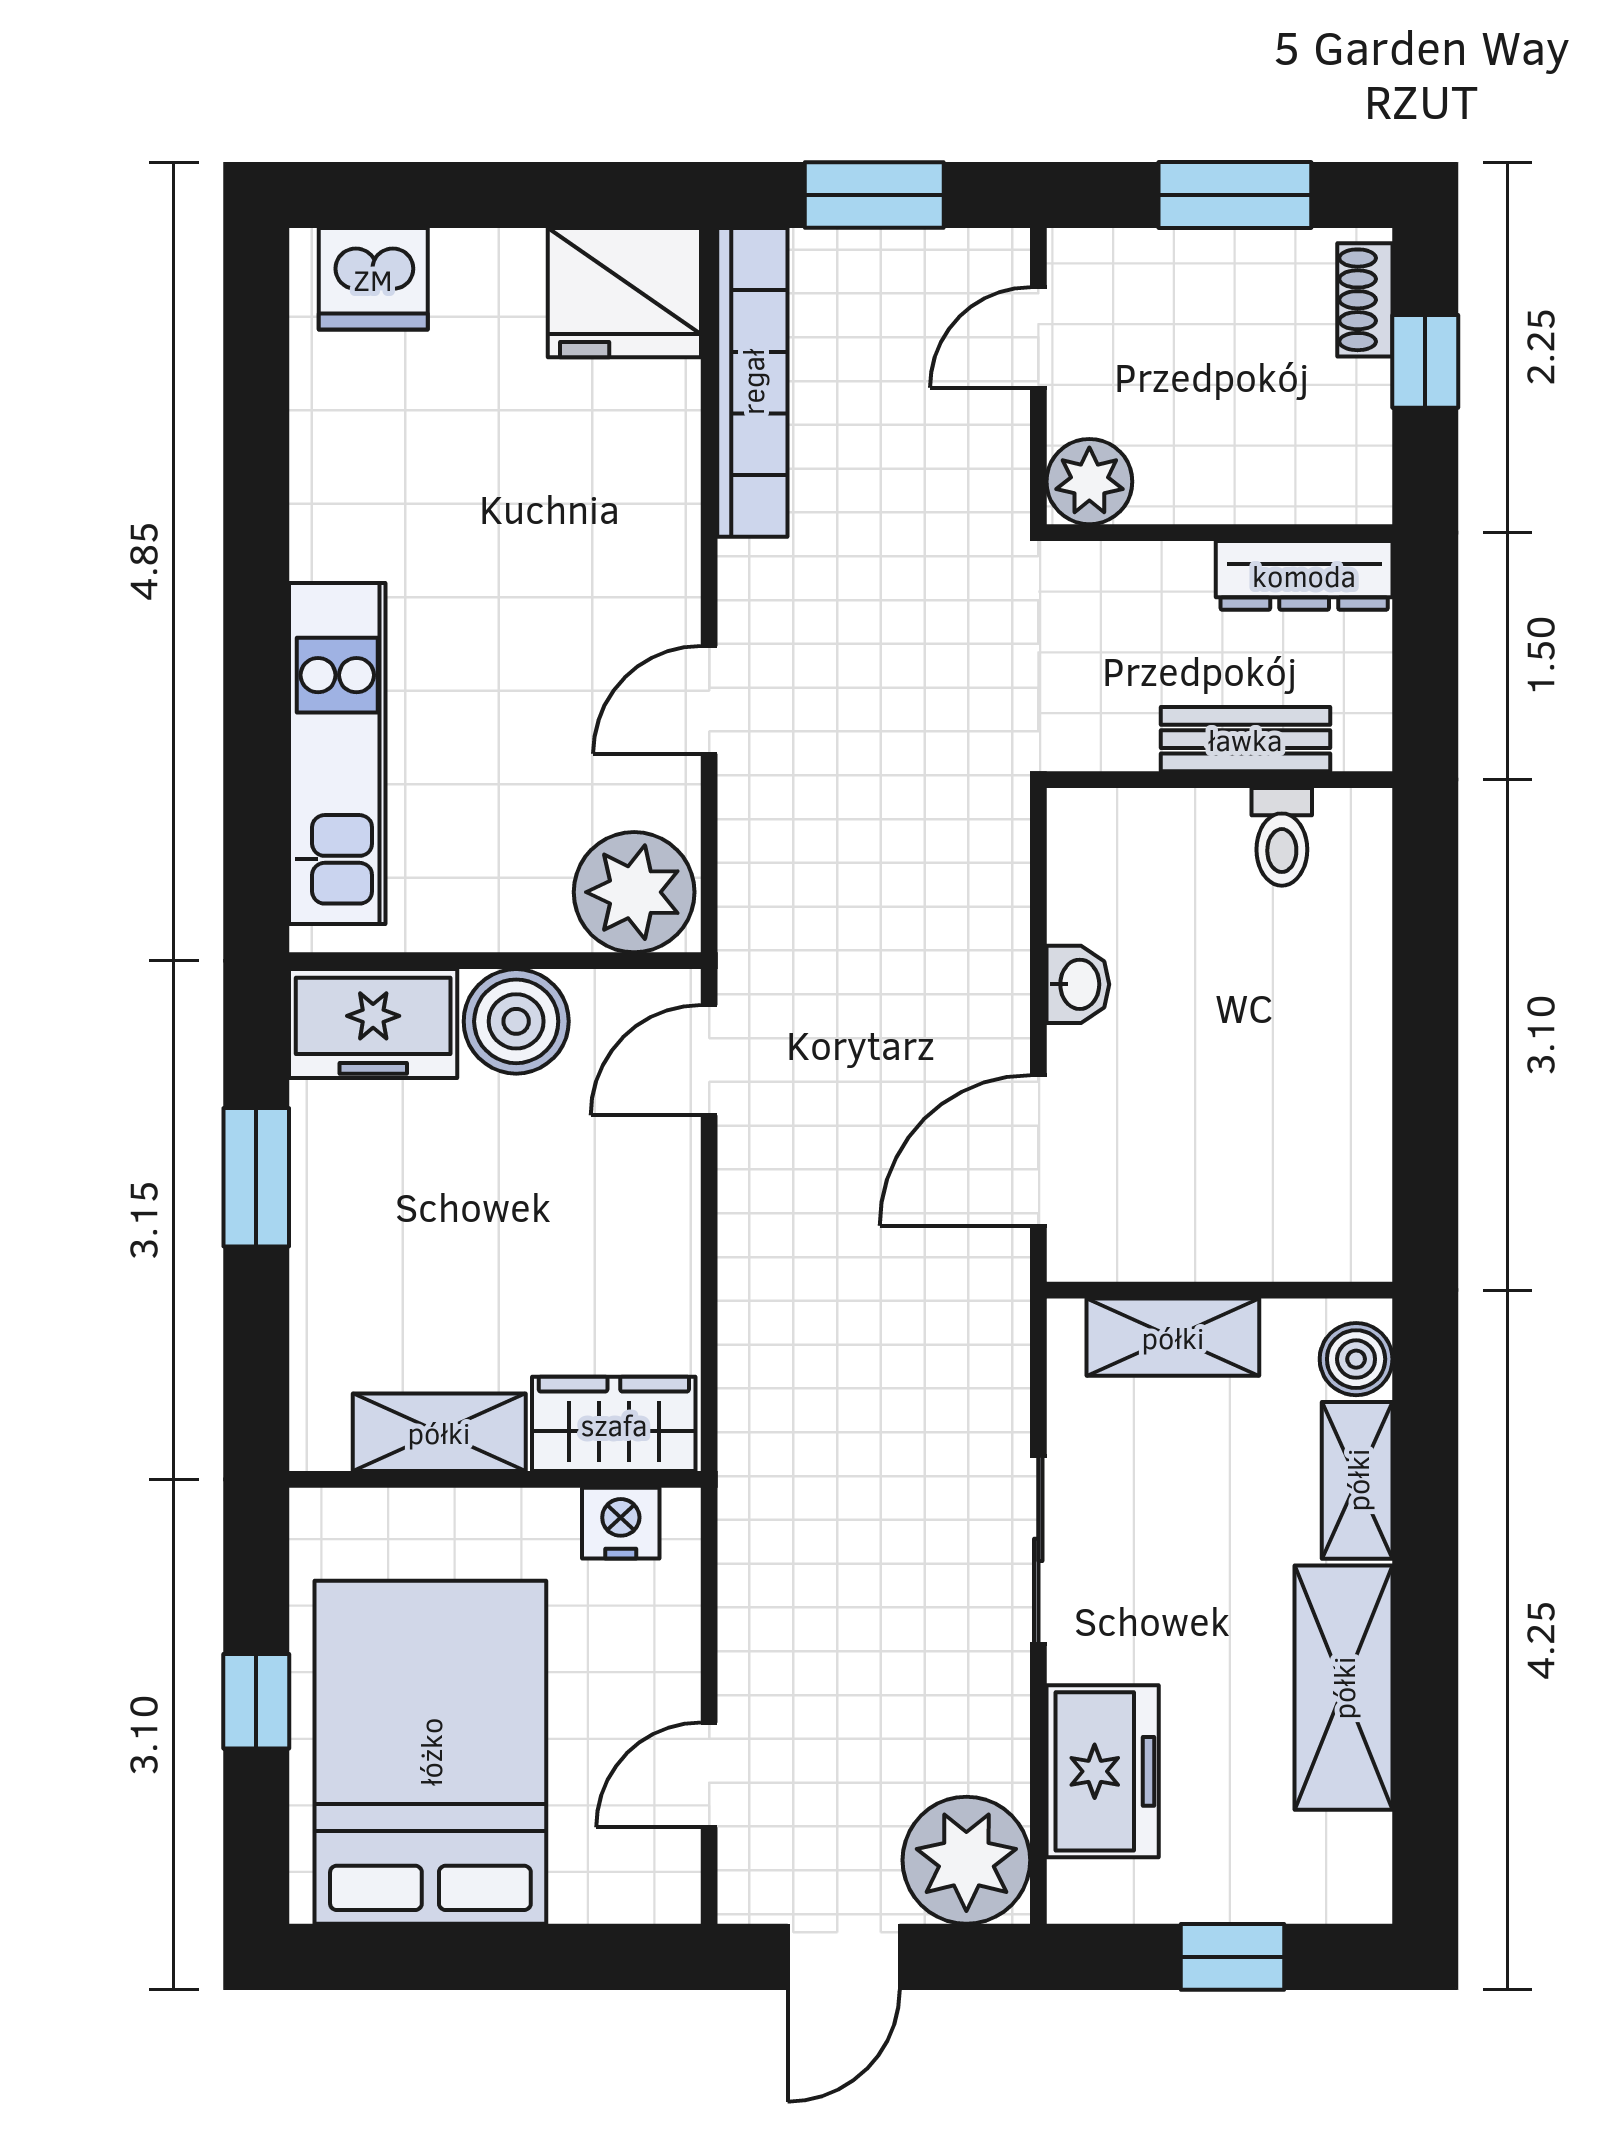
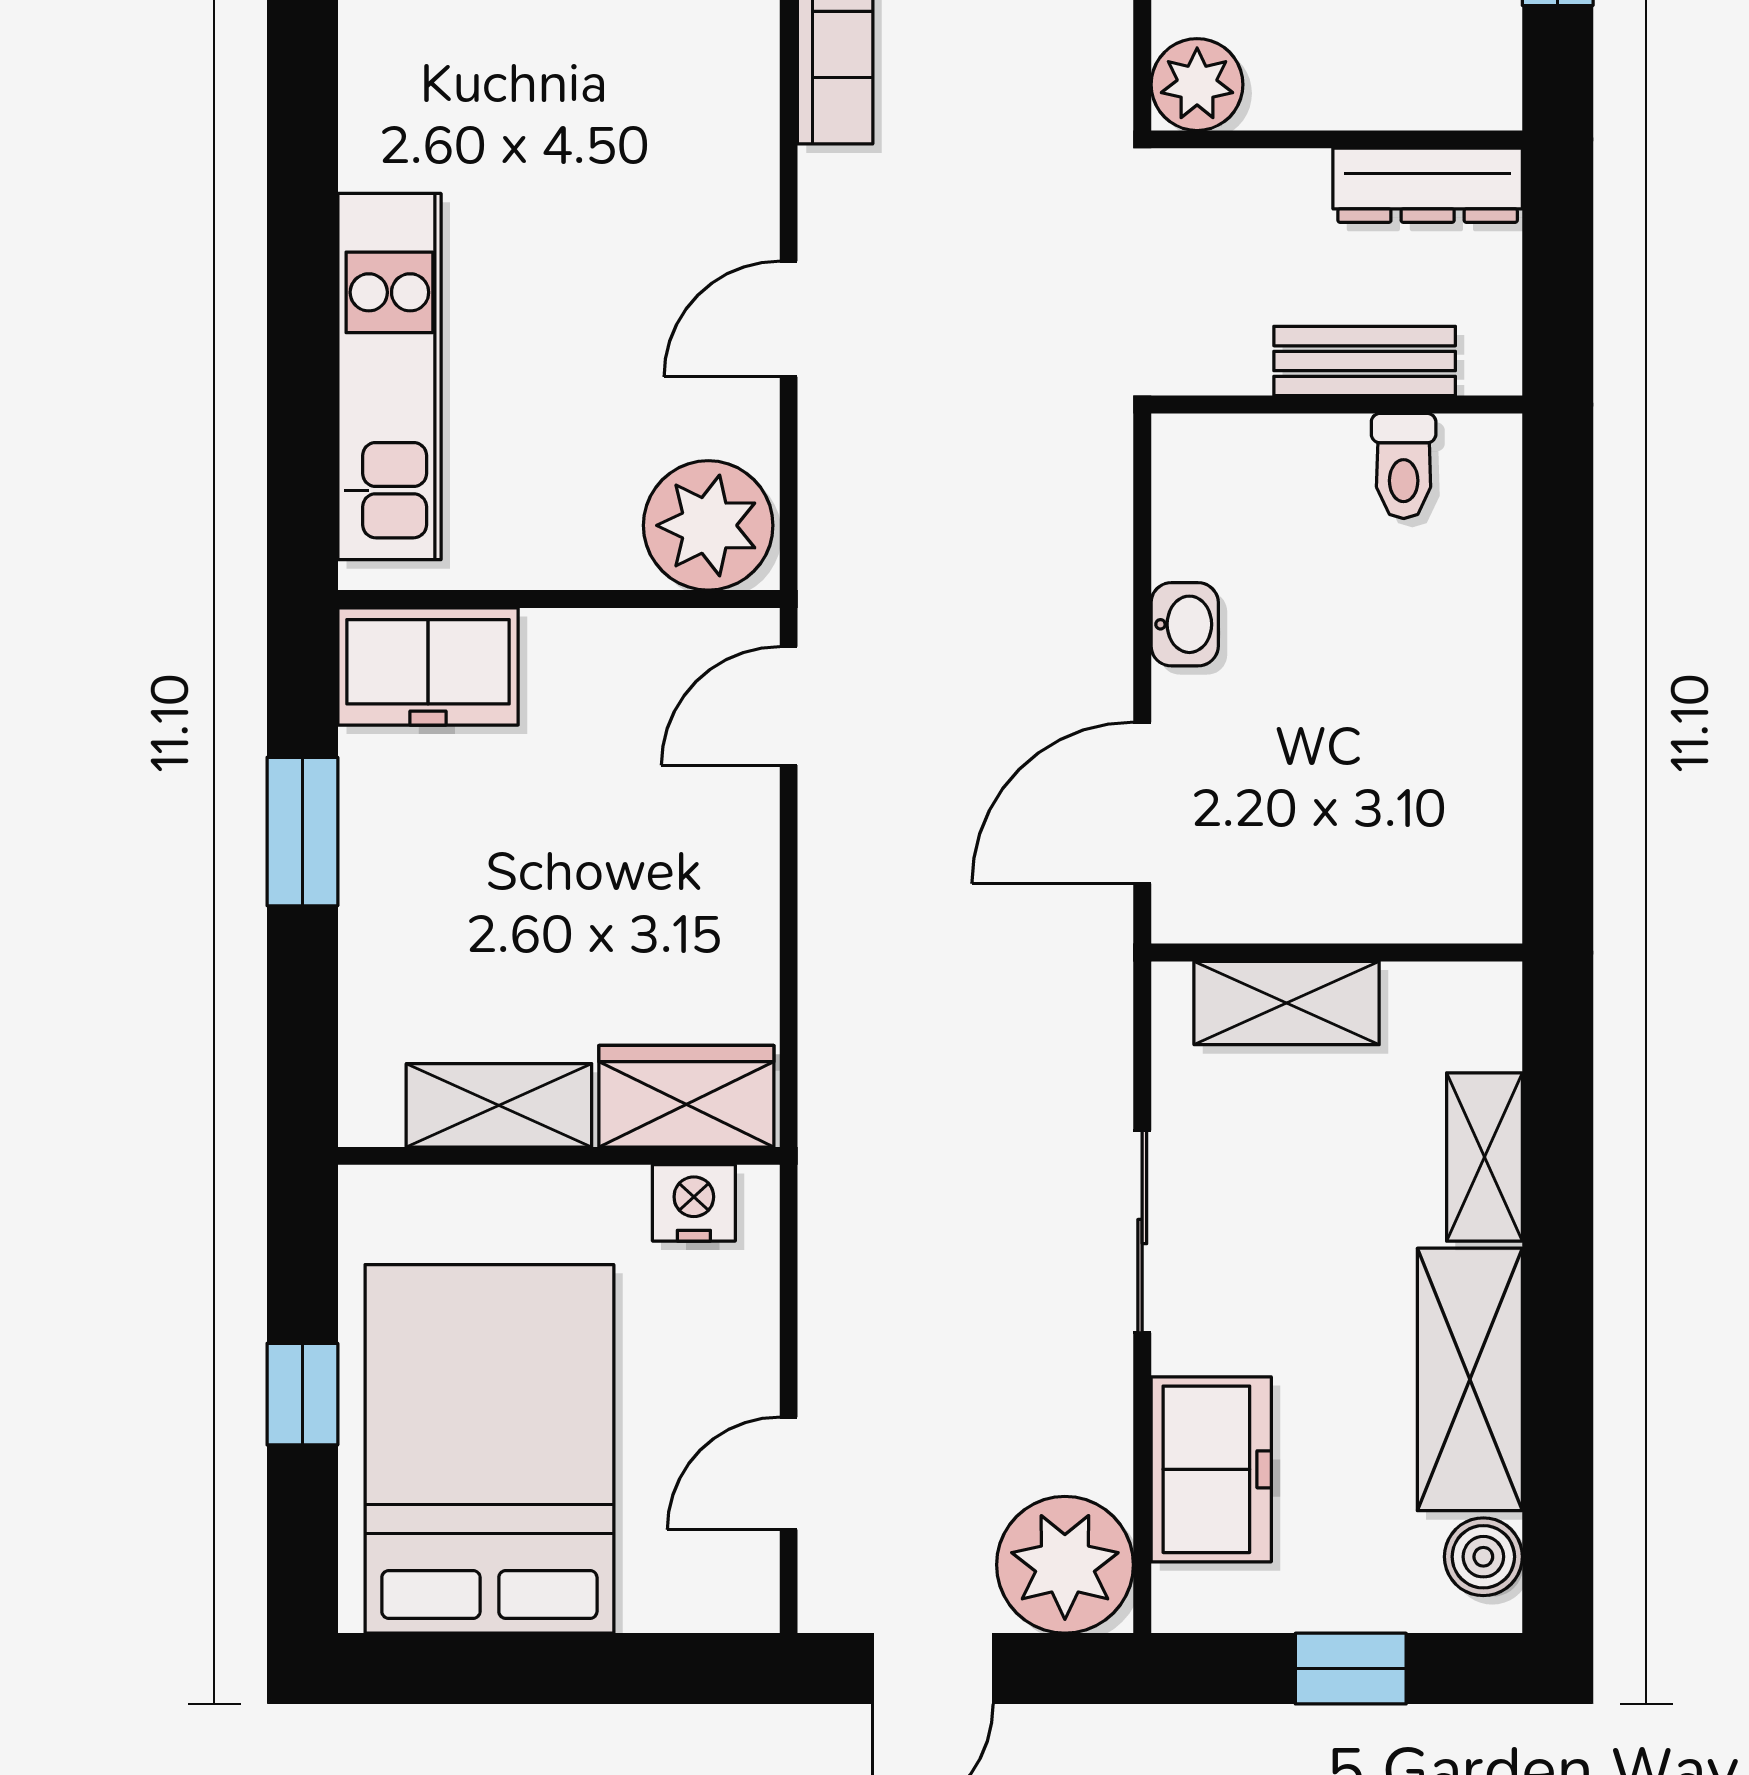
boiler: (516, 1021) -> (582, 664), removed
boiler: (1356, 1359) -> (1483, 1557), moved

